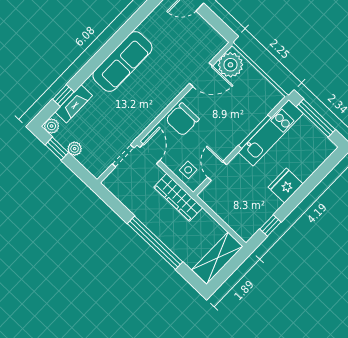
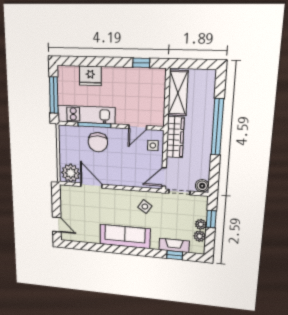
side table: (136, 110) -> (145, 207), added
chair: (182, 119) -> (98, 142), moved, turned 90
plant: (52, 126) -> (200, 236), moved
window: (57, 149) -> (211, 219), moved
boiler: (112, 183) -> (202, 186), added
fridge: (286, 186) -> (90, 76), moved
shelving: (217, 258) -> (178, 93), moved, turned 90

